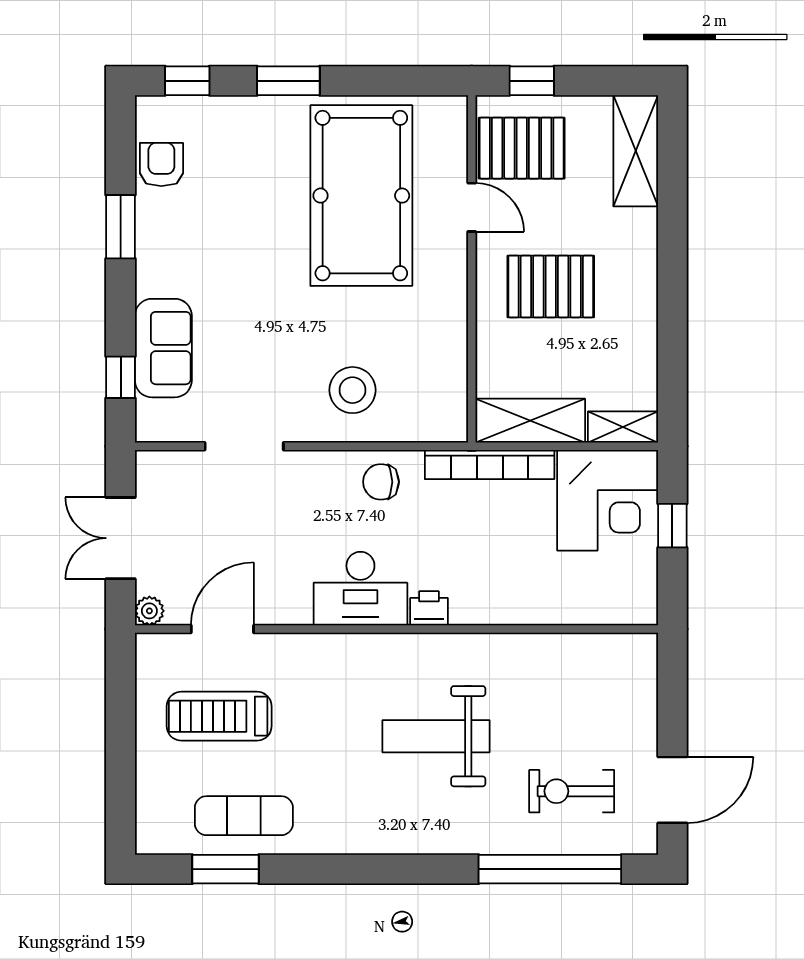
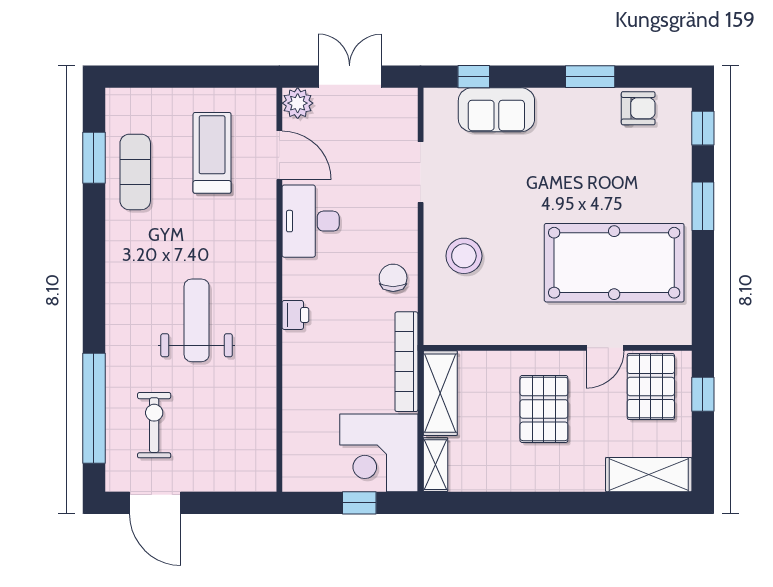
desk: (360, 589) -> (311, 221), moved
plant: (149, 611) -> (298, 103), width x1.38, depth x1.38

